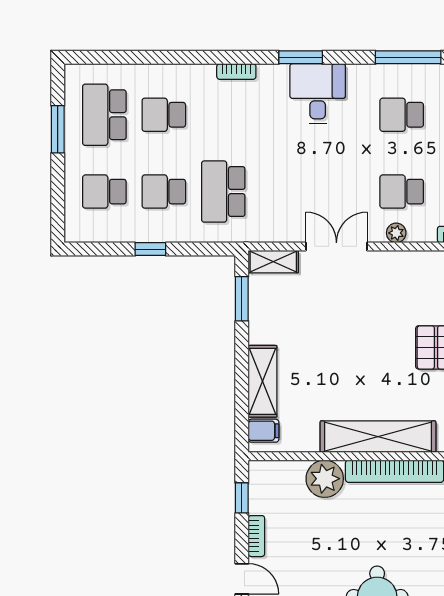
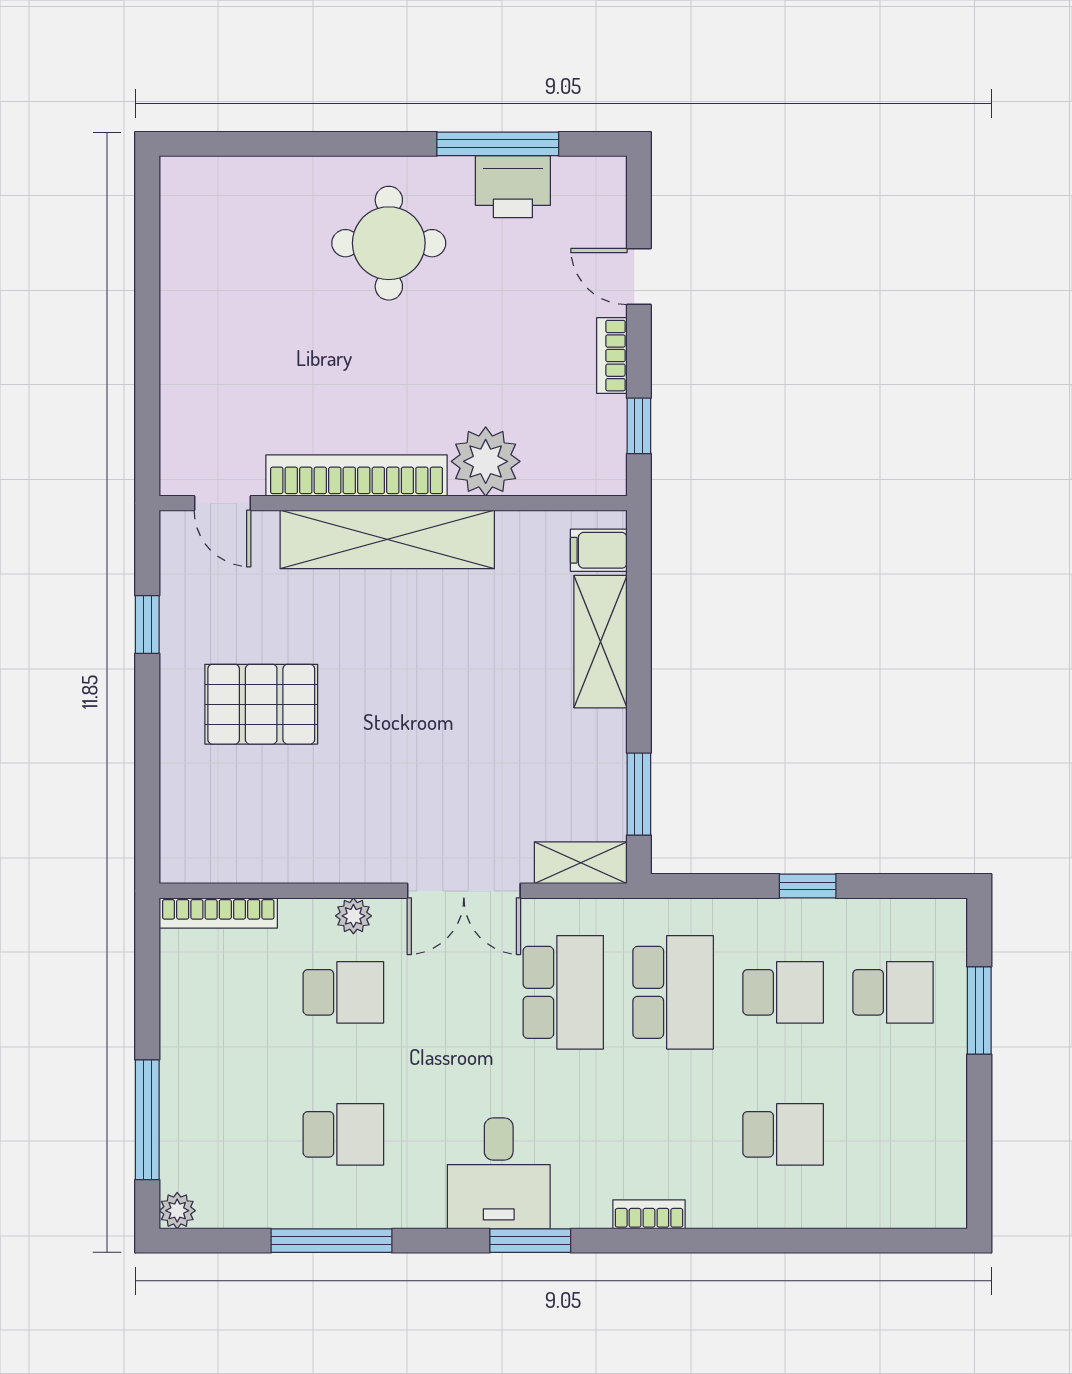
school desk: (104, 115) -> (563, 992), moved
window: (58, 129) -> (979, 1011), moved

